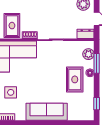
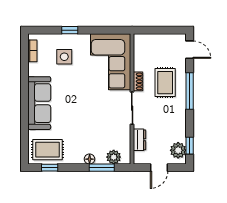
rug: (12, 26) -> (165, 83), moved, turned 90
dresser: (86, 34) -> (140, 140), moved
rug: (75, 79) -> (47, 150), moved

